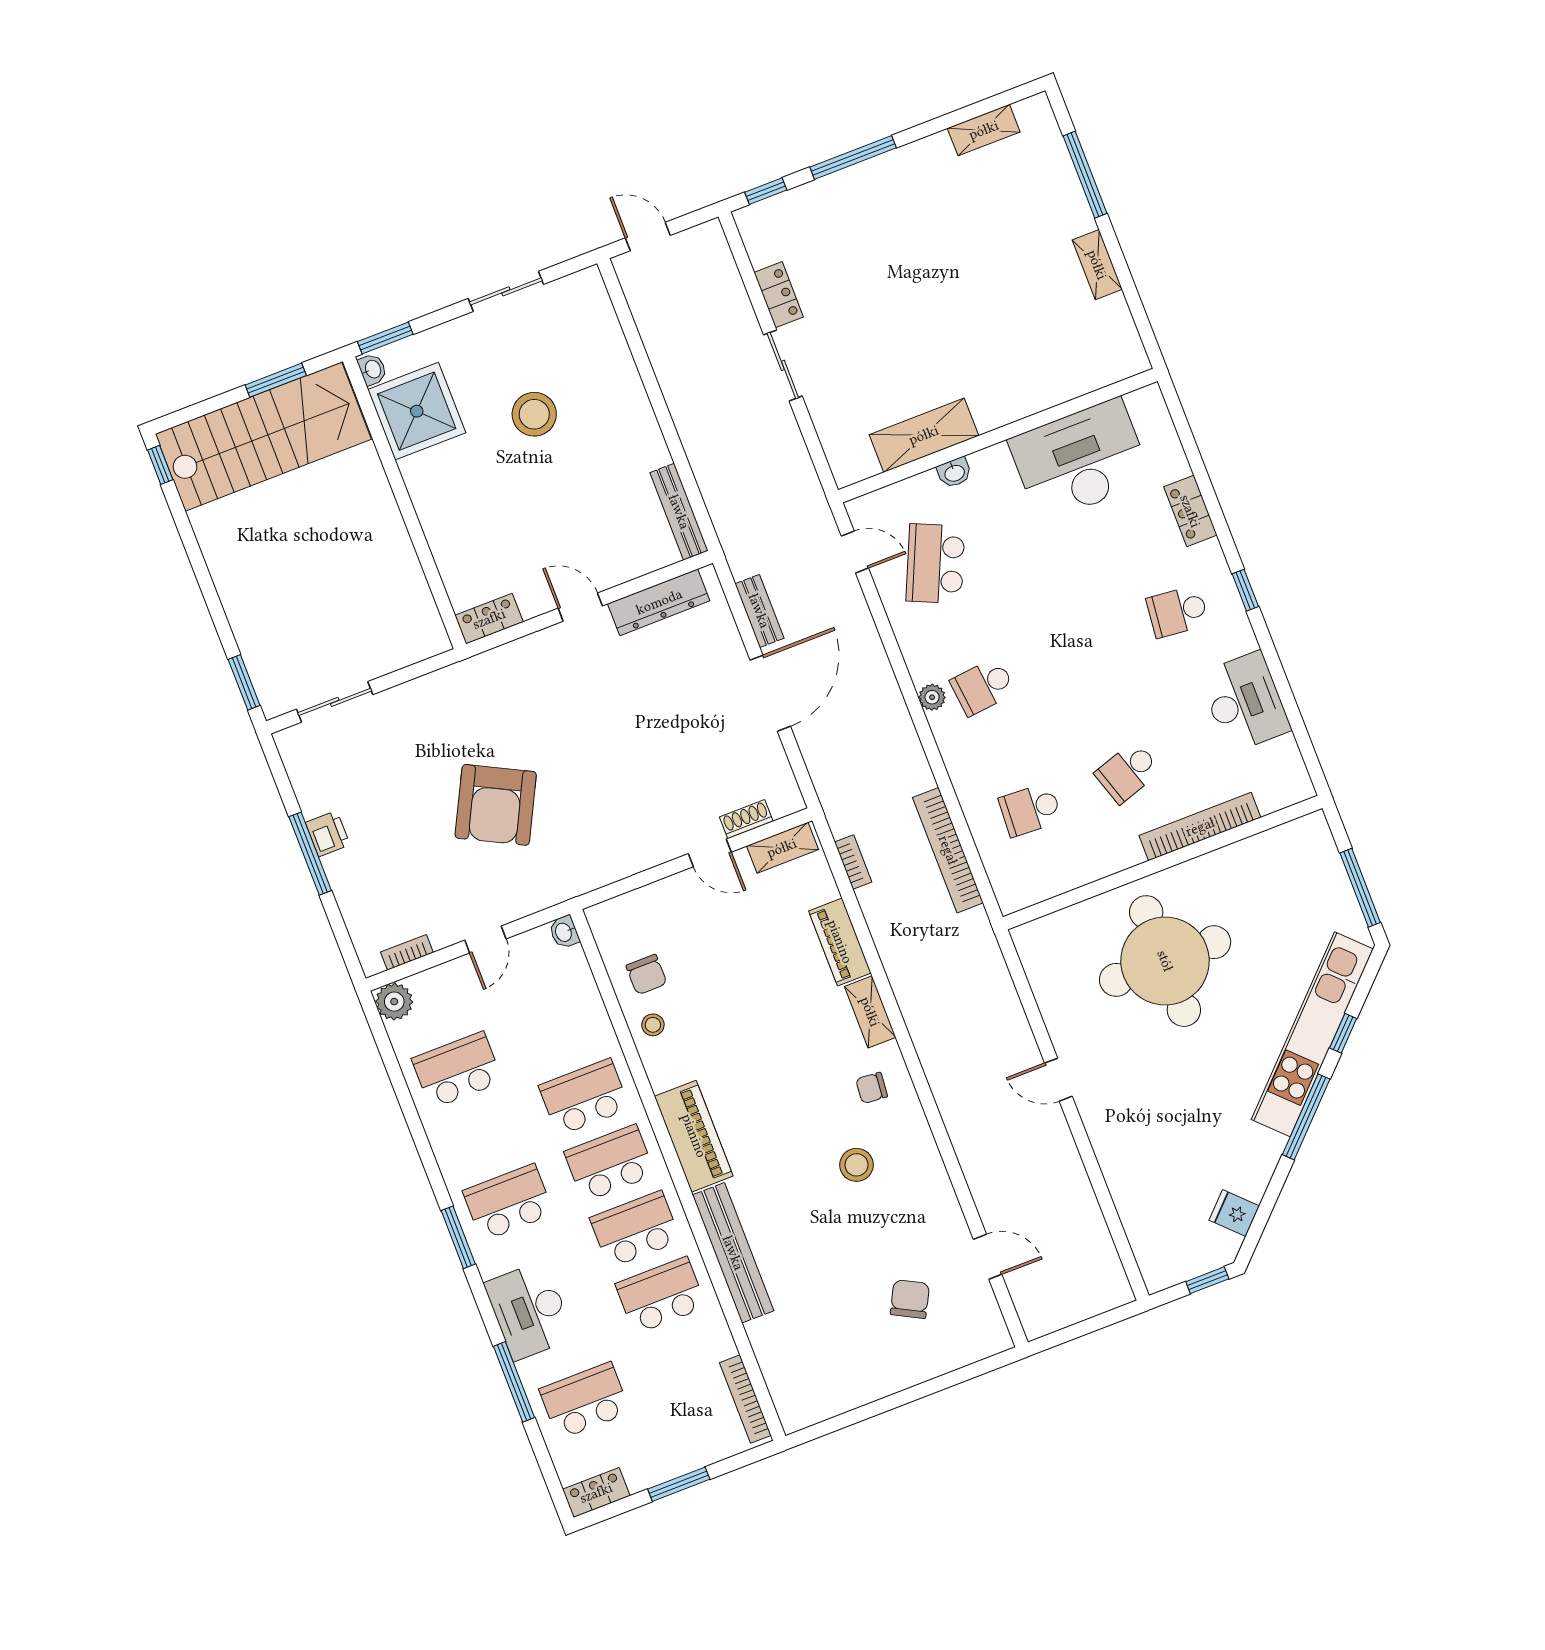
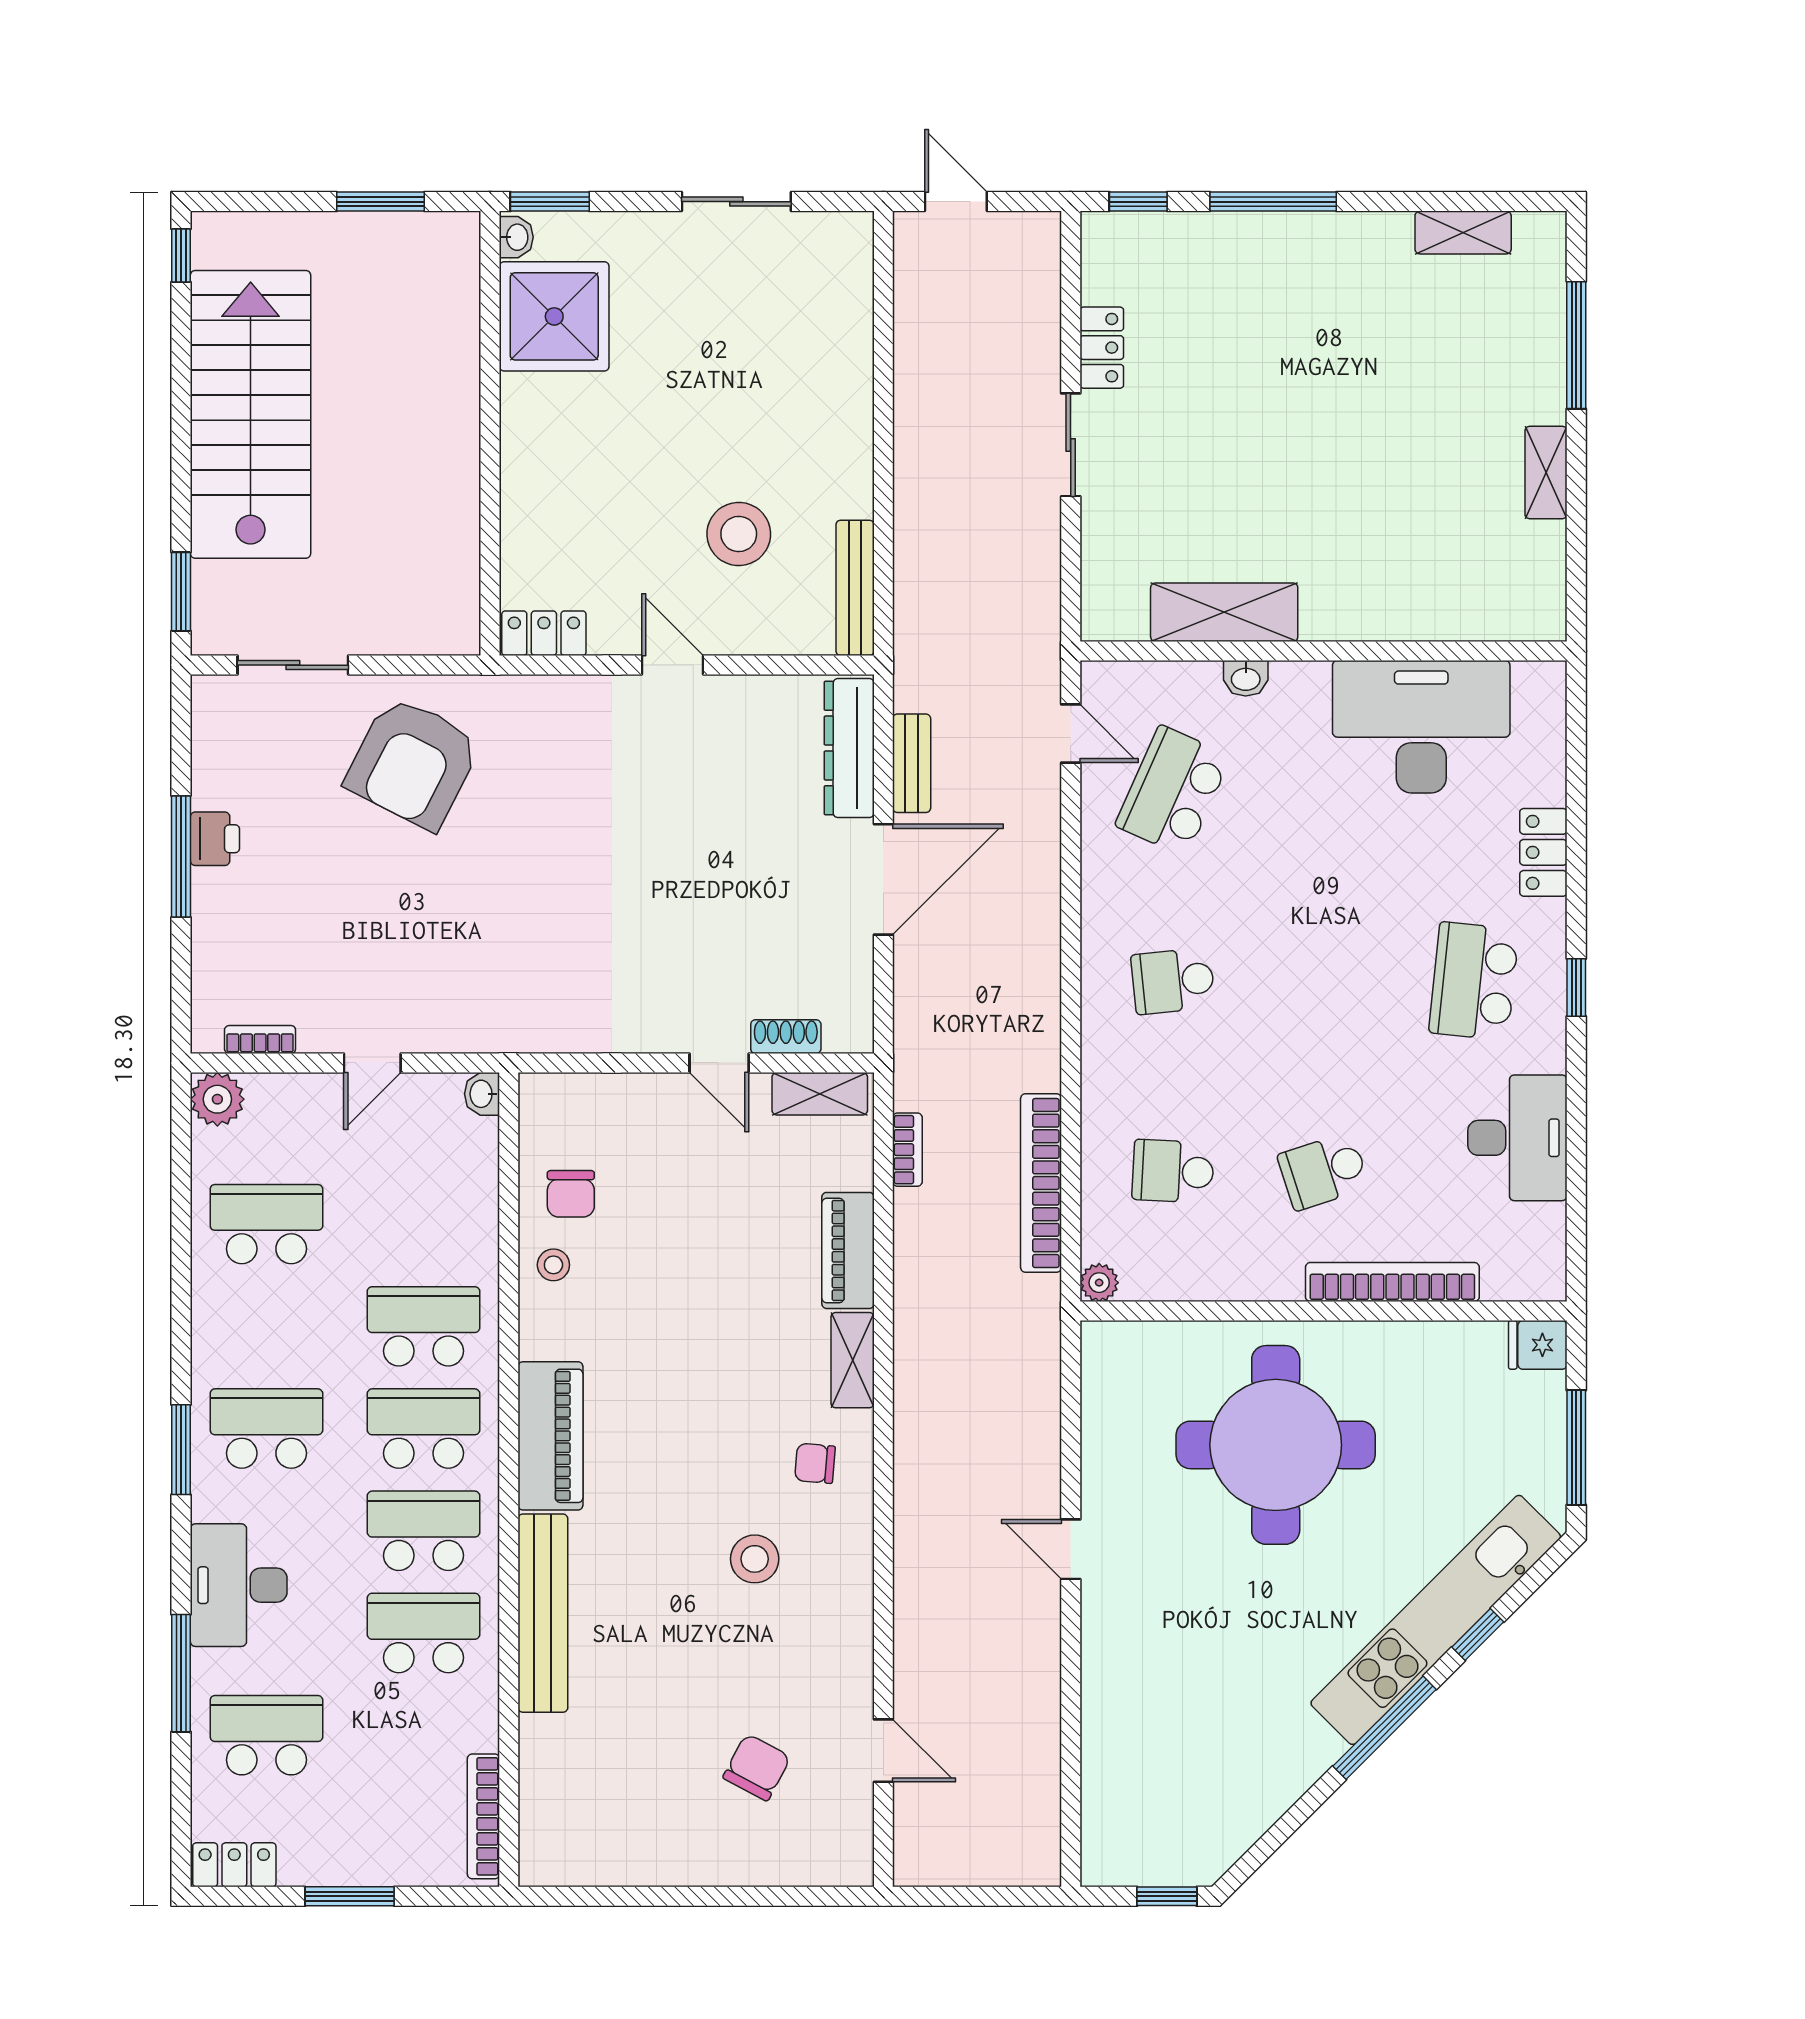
stool: (534, 414) -> (739, 534), moved
stairs: (263, 437) -> (251, 414), moved, turned -90
dresser: (659, 602) -> (849, 748), moved, turned 90
school desk: (1177, 612) -> (1474, 981), width x1.85
plant: (932, 697) -> (1099, 1283), moved
armchair: (496, 805) -> (413, 763), moved
fridge: (1234, 1213) -> (1538, 1345), moved, turned -45

